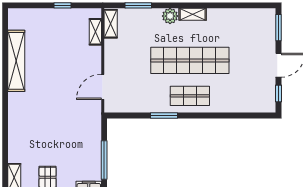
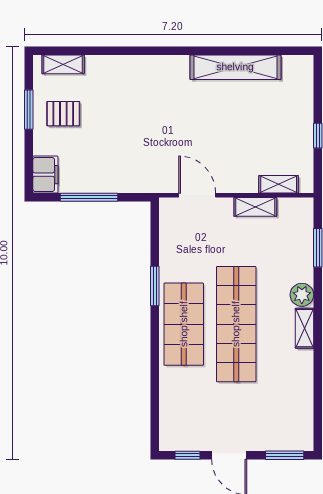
shelving: (111, 24) -> (255, 207), moved
shop shelf: (190, 96) -> (184, 324), width x1.43, depth x1.36

